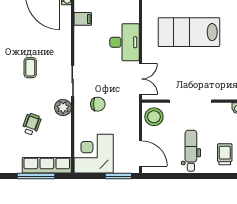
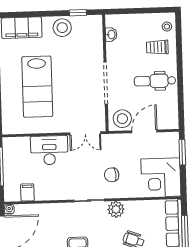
double door: (140, 79) -> (85, 133), swing flipped
chair: (98, 104) -> (112, 175), turned -95
door: (140, 153) -> (144, 131), moved

